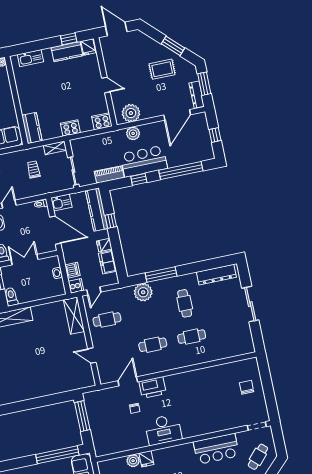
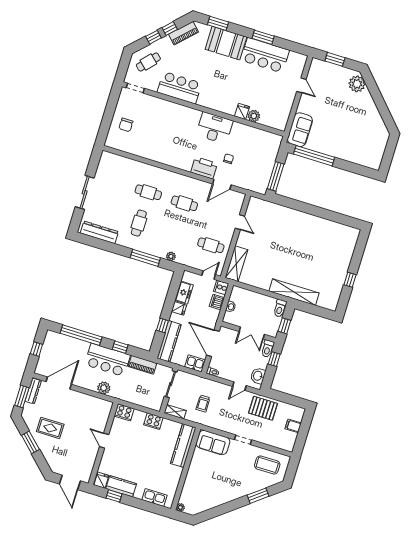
plant: (131, 113) -> (96, 406), removed
kitchen counter: (32, 128) -> (183, 446), width x1.50
plant: (143, 292) -> (171, 256), width x0.53, depth x0.53

